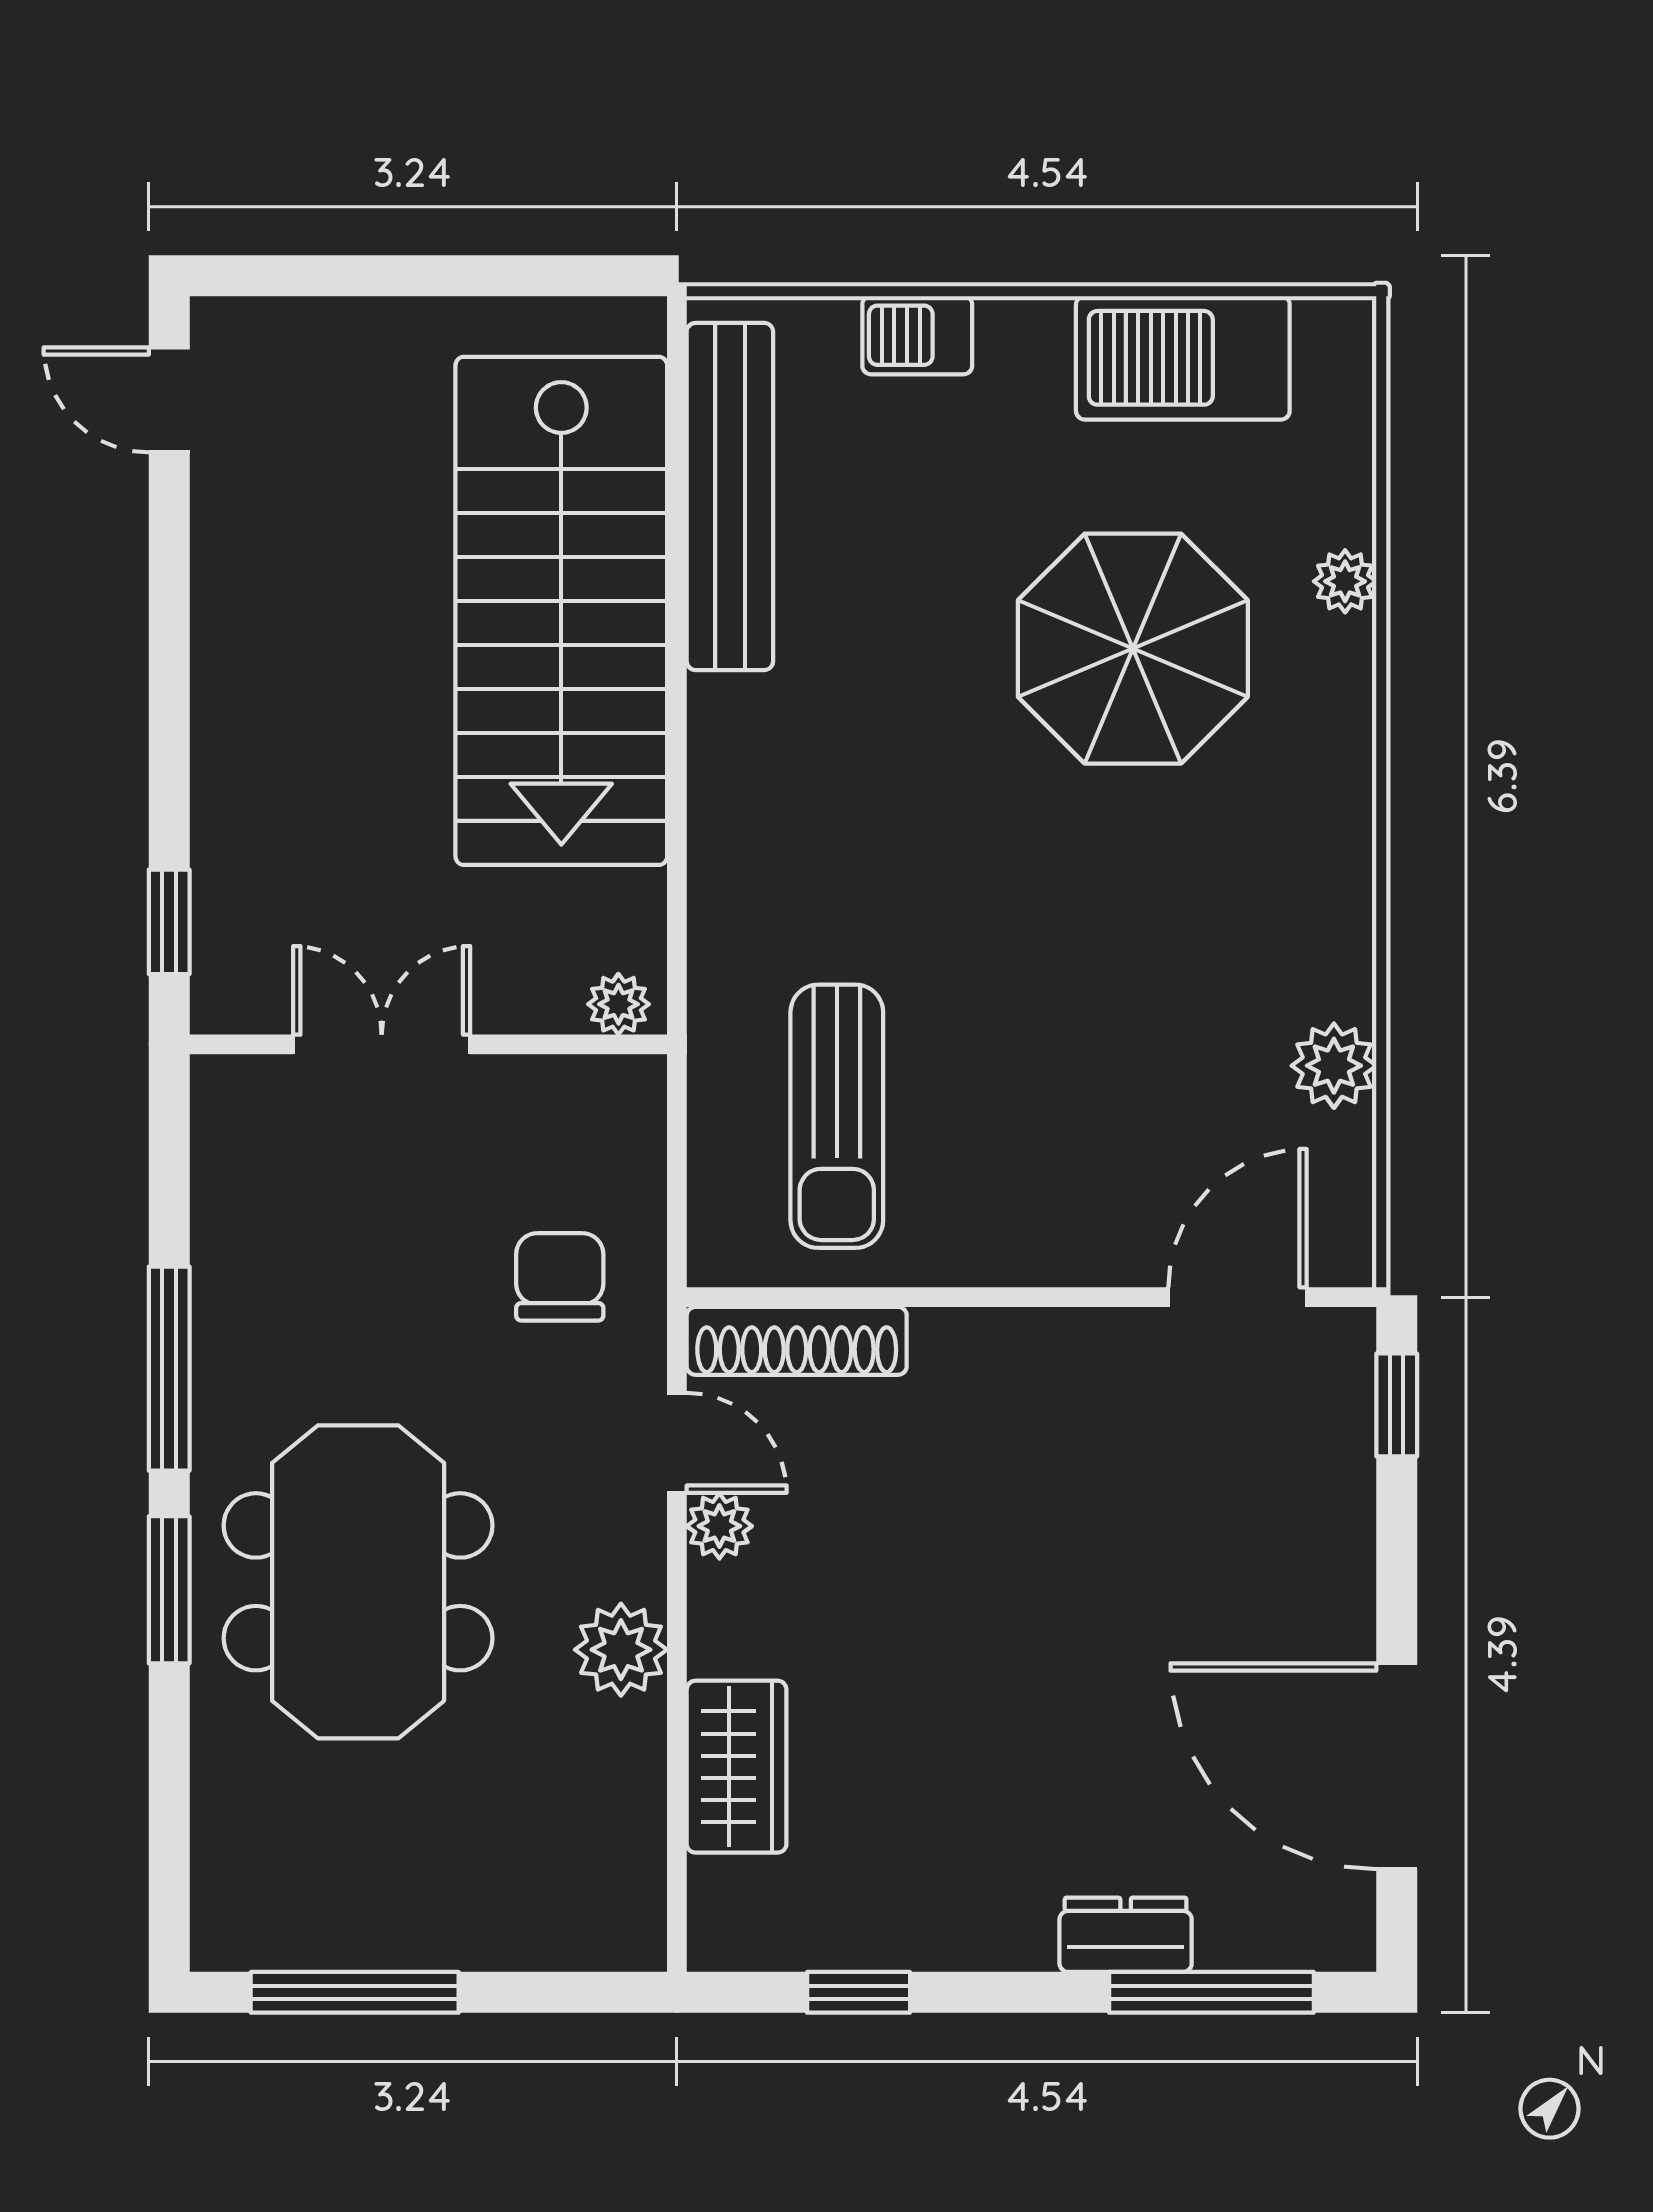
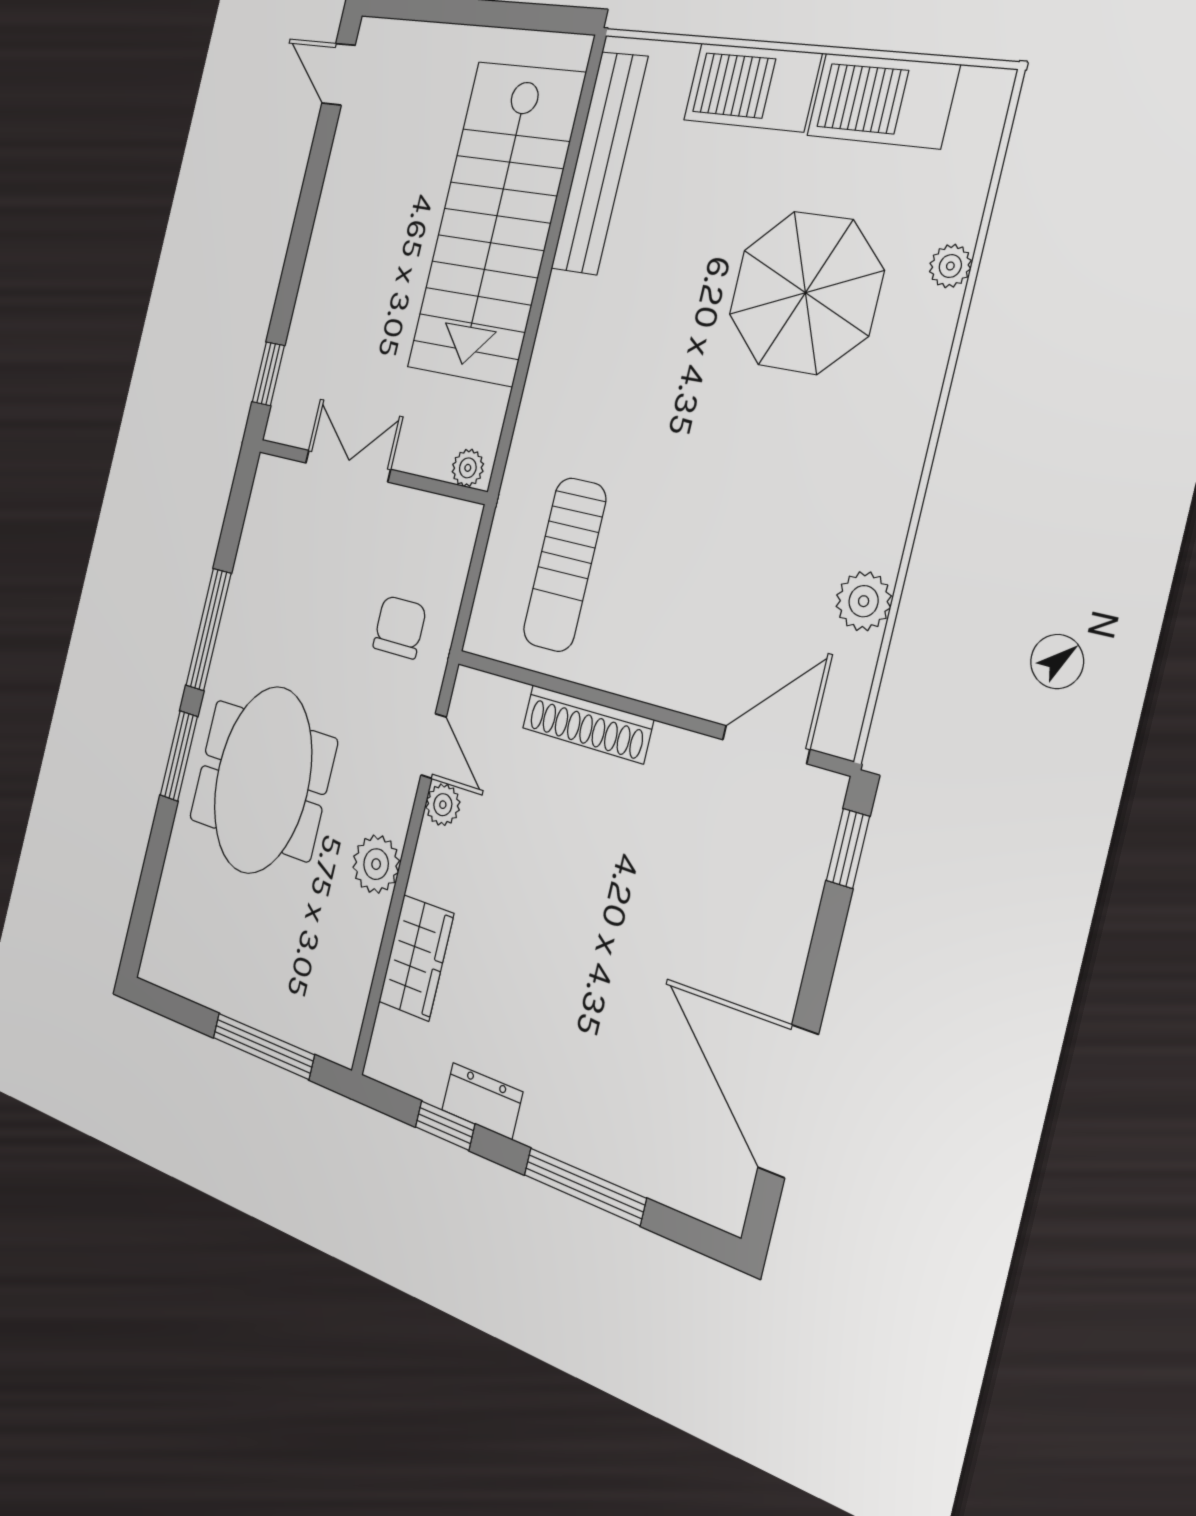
barbecue: (917, 335) -> (752, 87), width x1.88, depth x1.53
shoe rack: (797, 1341) -> (587, 724), moved
dresser: (1126, 1935) -> (482, 1101), moved
window: (355, 1992) -> (263, 1046), moved
window: (1211, 1992) -> (584, 1186), moved

